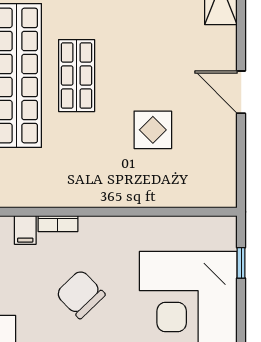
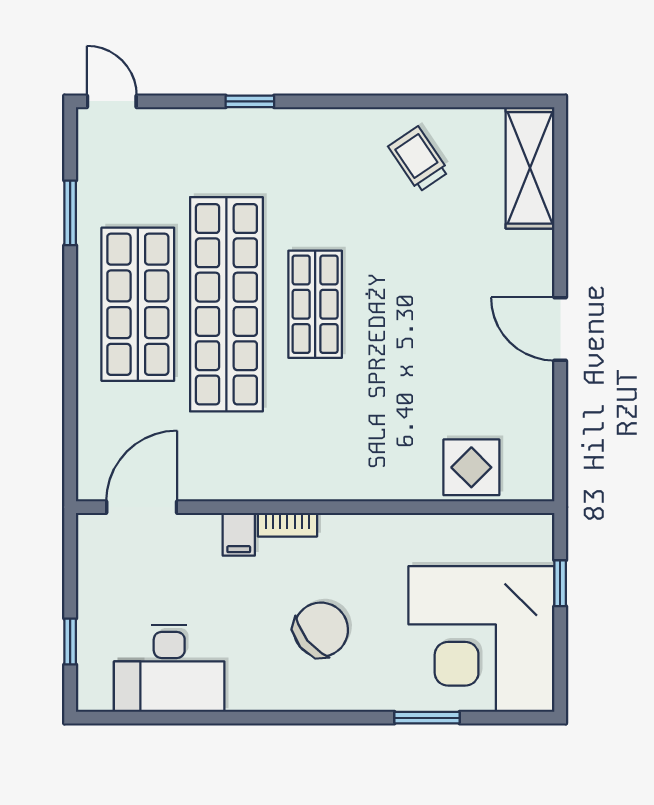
display table: (153, 130) -> (471, 467), moved
chair: (80, 294) -> (321, 630), turned 95

